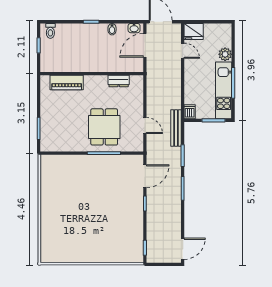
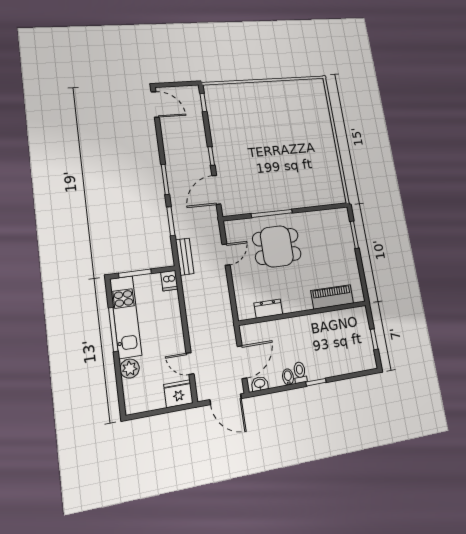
toilet: (50, 31) -> (300, 372), moved
door: (145, 126) -> (226, 255), swing flipped
dining table: (104, 127) -> (277, 246), turned 90
bench: (176, 128) -> (185, 257), width x0.73
door: (183, 249) -> (155, 104), swing flipped

